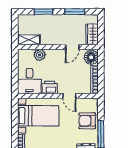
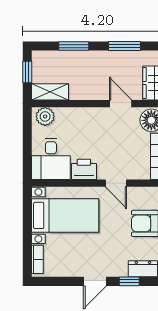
window: (15, 28) -> (27, 72), added
door: (72, 47) -> (121, 104), swing flipped
plant: (40, 55) -> (45, 116), moved

